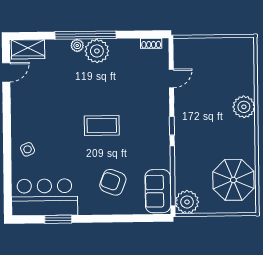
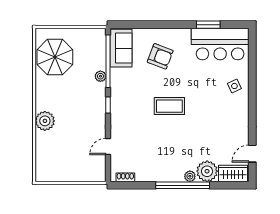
plant: (97, 51) -> (207, 171), moved
plant: (187, 202) -> (100, 76), moved, width x0.53, depth x0.53

